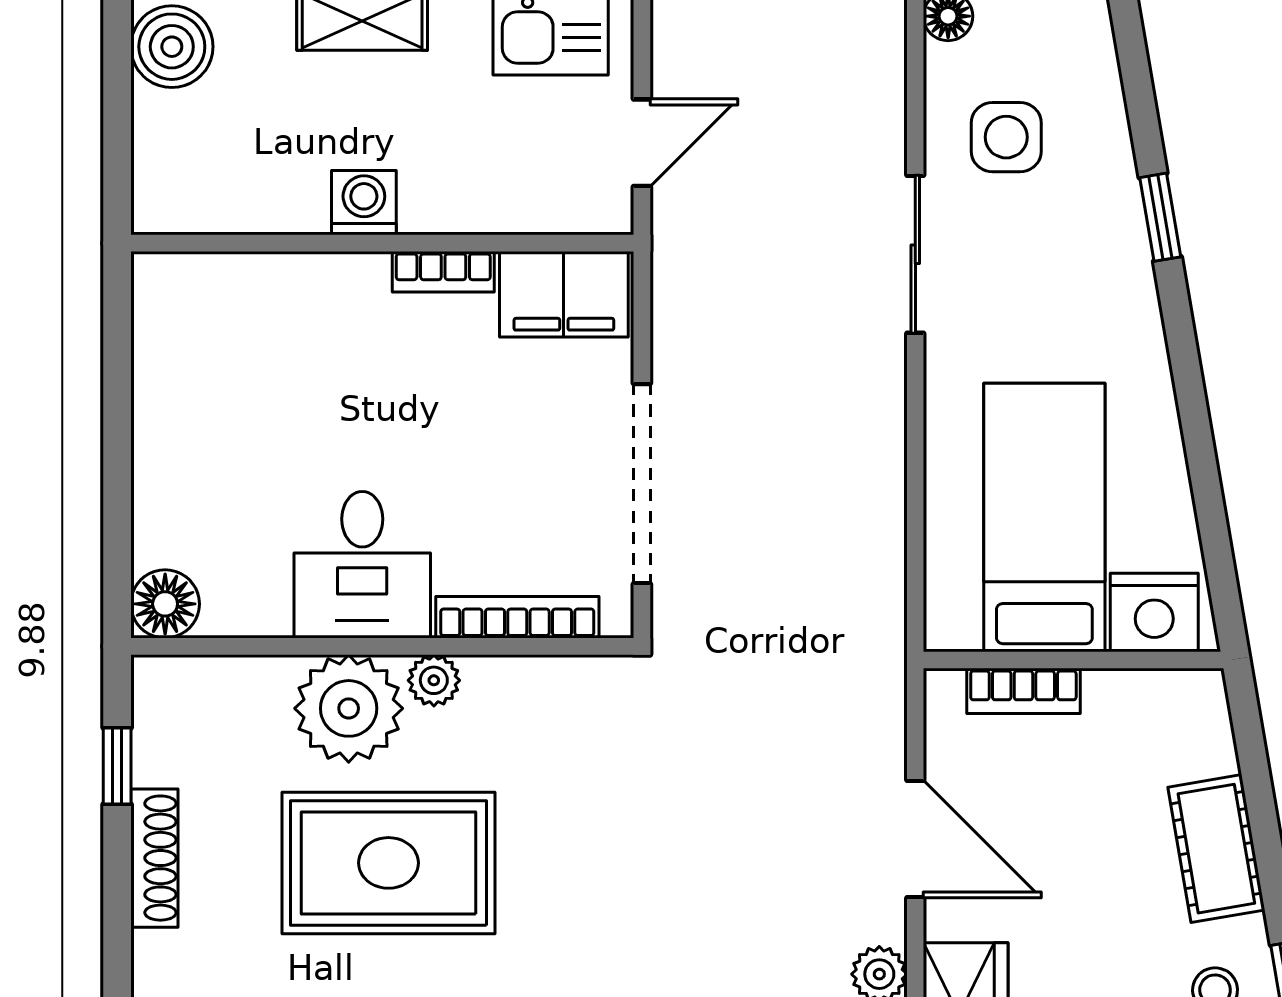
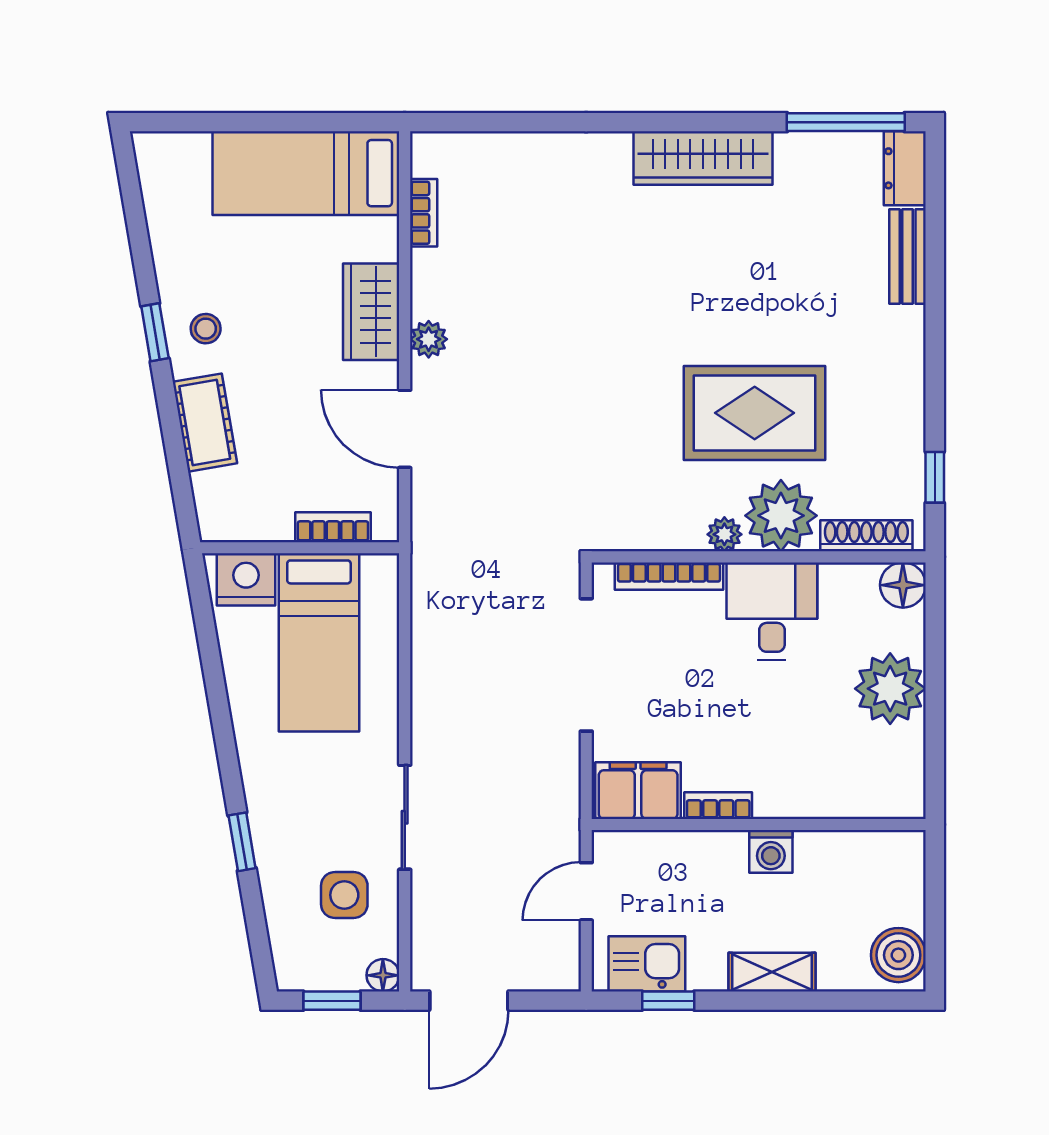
plant: (184, 448) -> (890, 689), added
shoe rack: (154, 858) -> (866, 536), moved, turned 90

